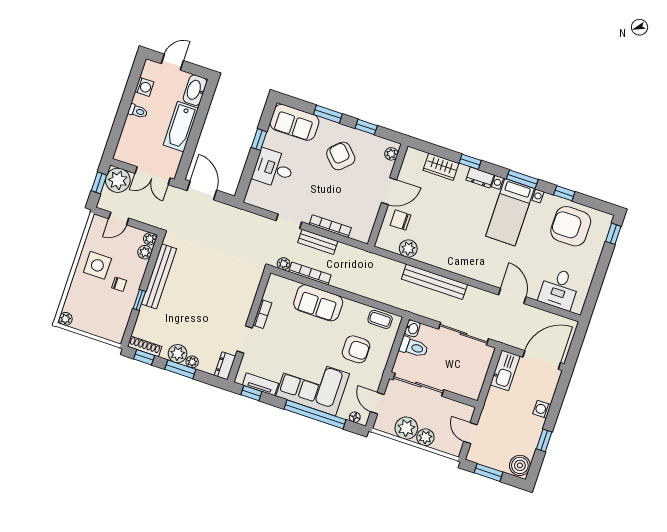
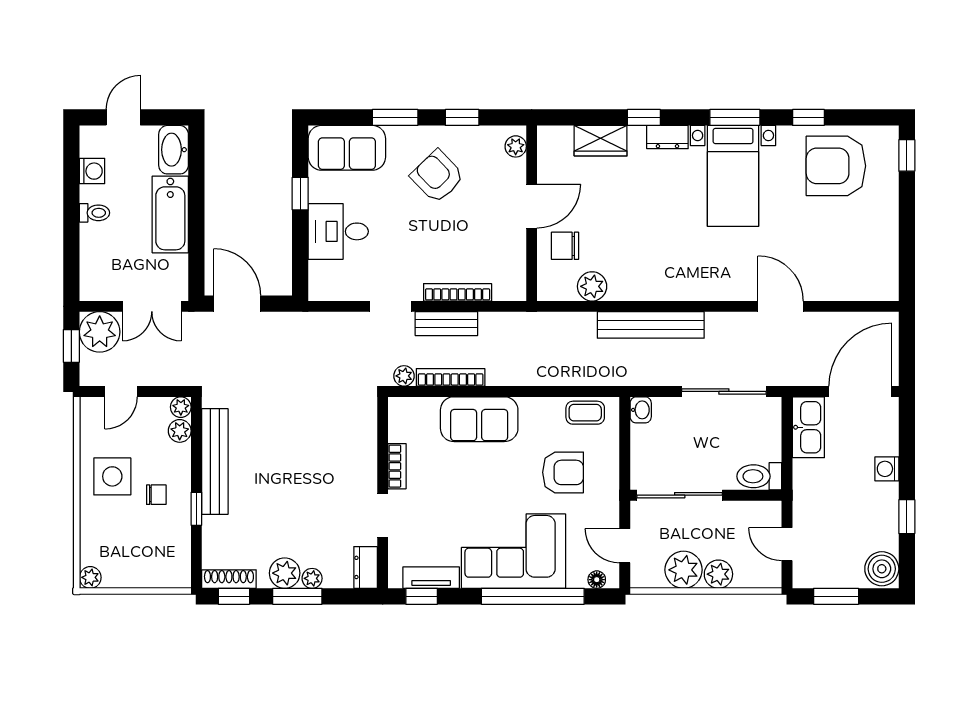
desk: (559, 289) -> (851, 270), removed
toilet: (414, 347) -> (759, 476), moved, turned 180

